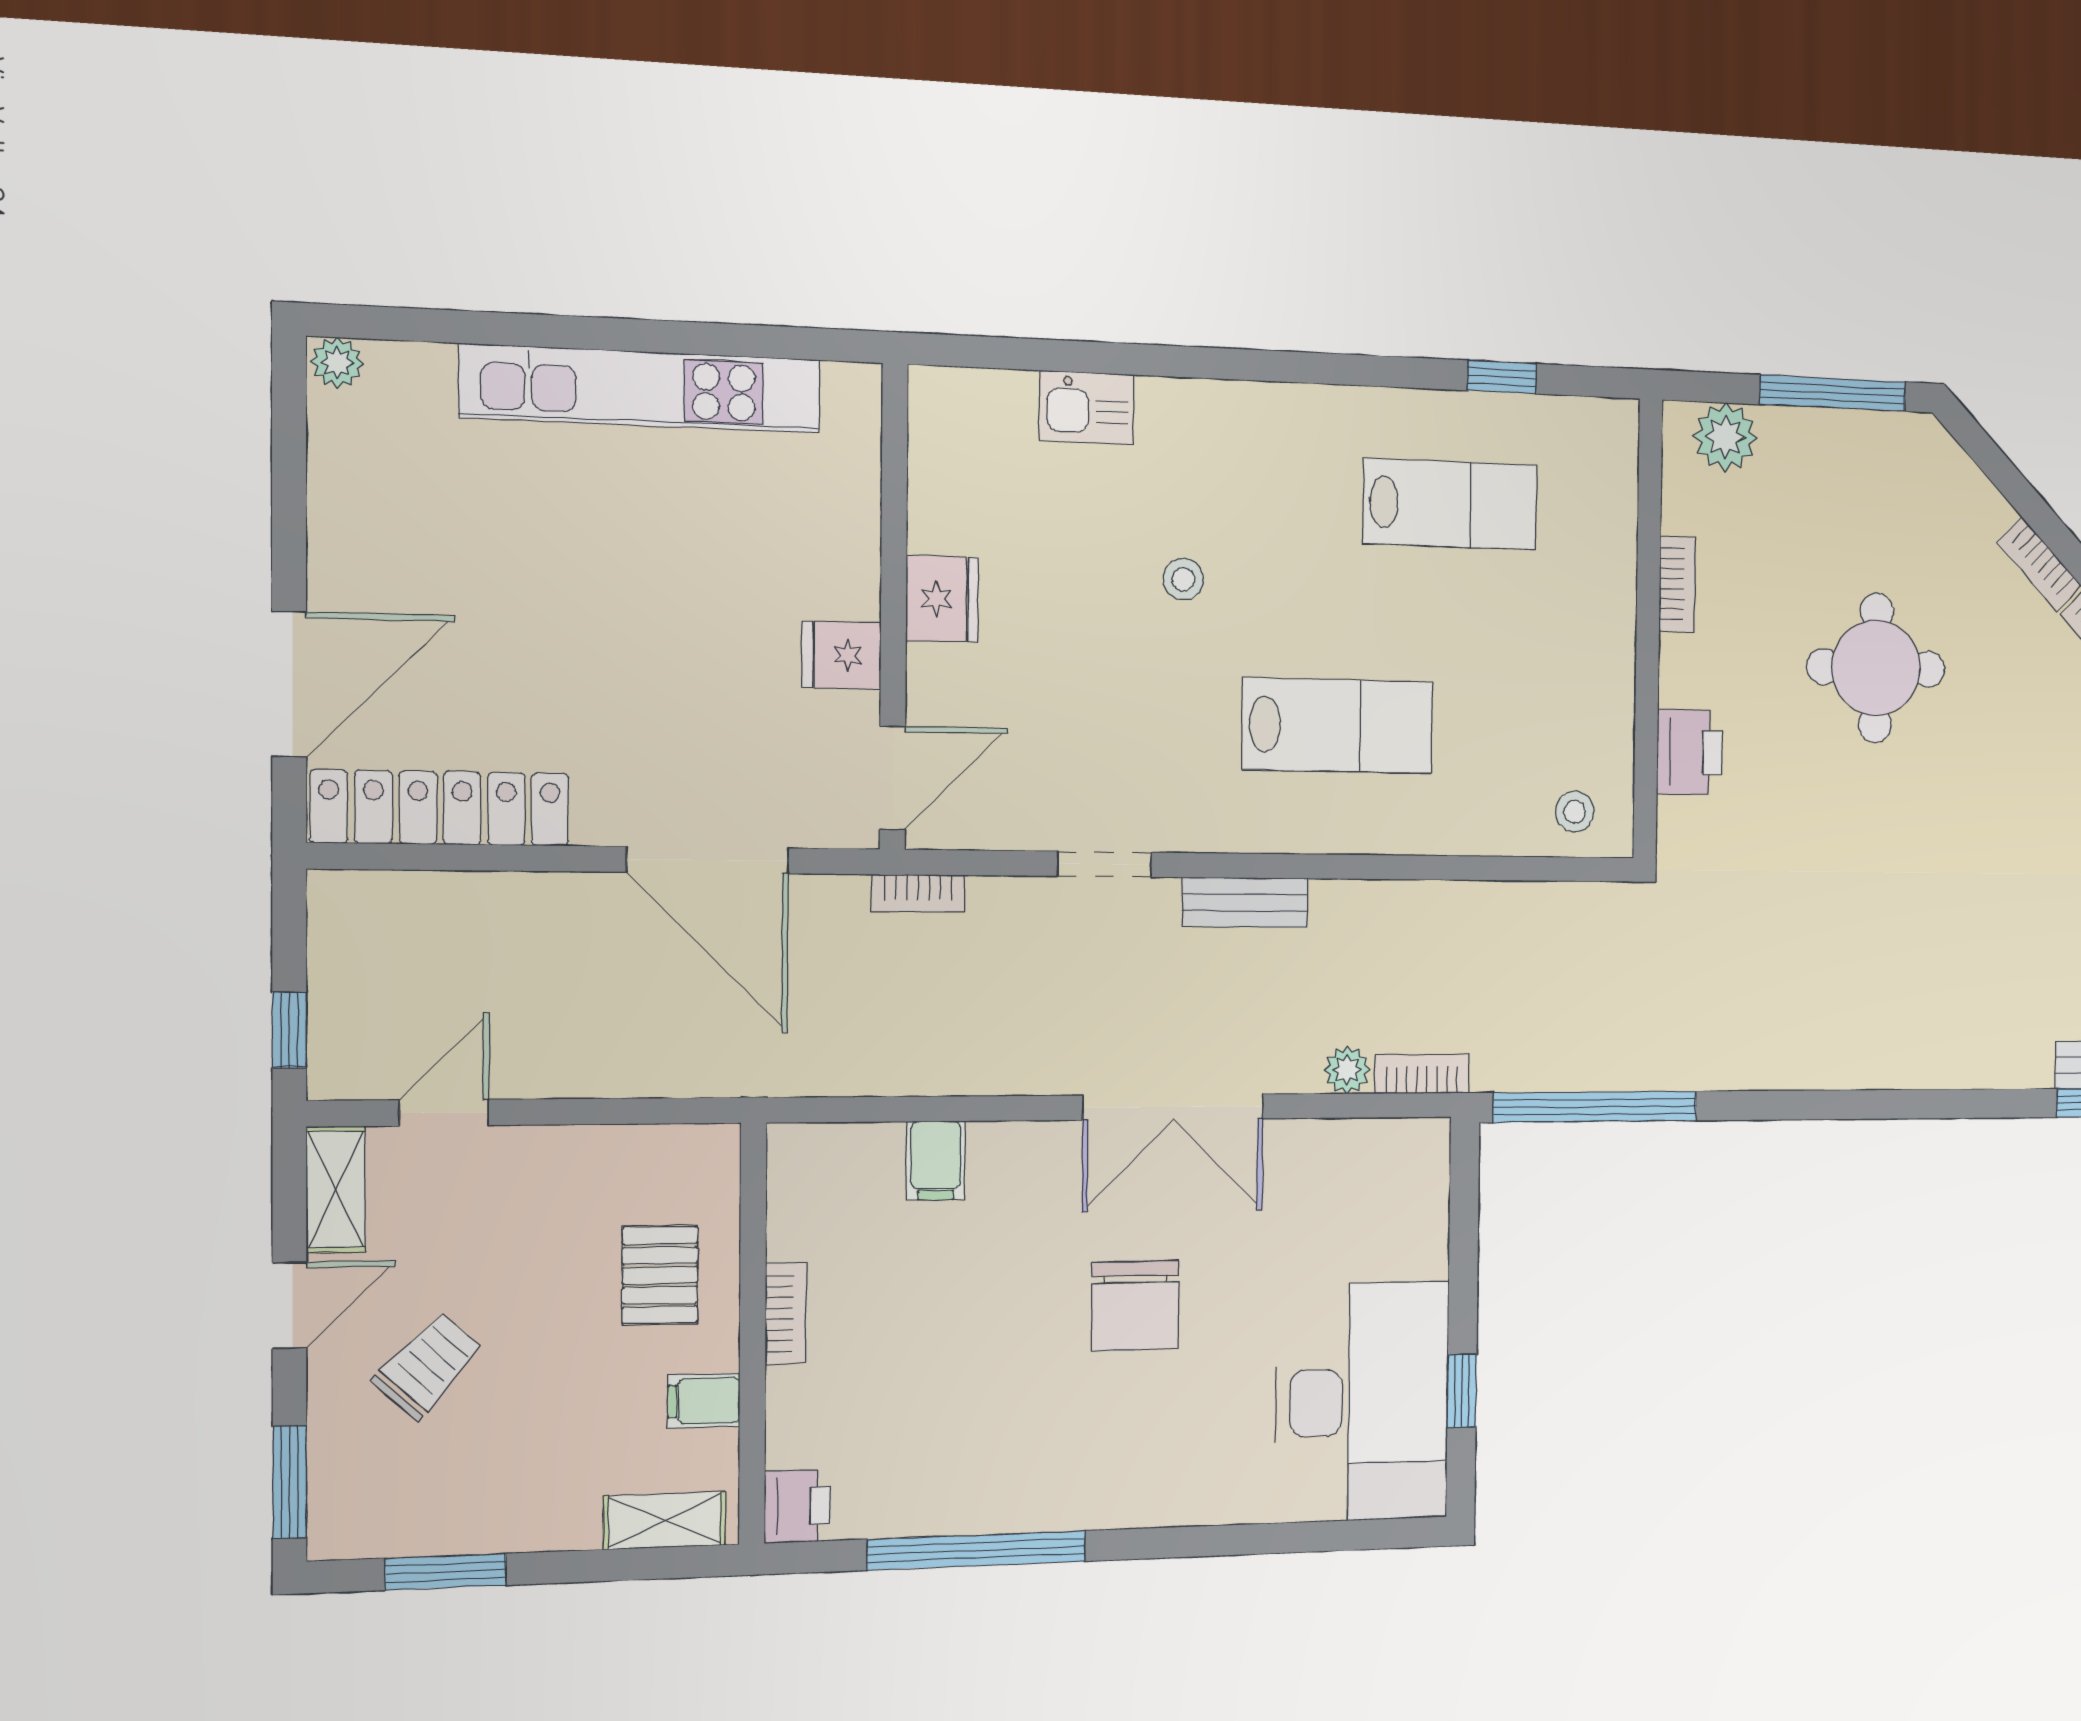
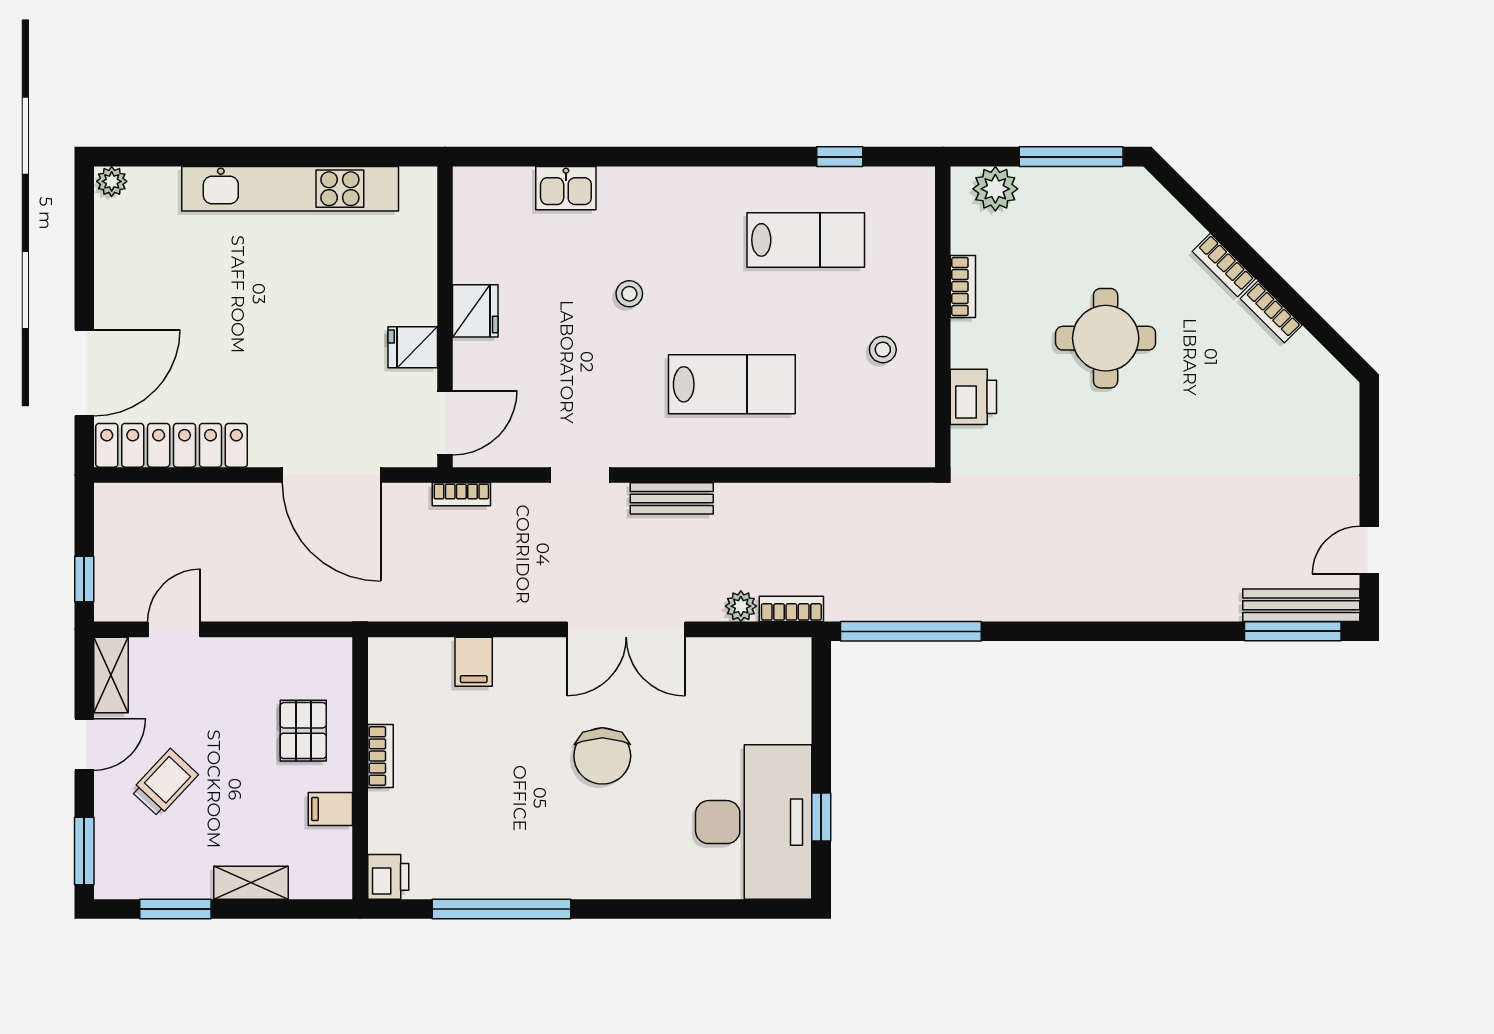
stool: (1575, 812) -> (883, 350), moved
shelving: (665, 1521) -> (251, 883), moved

